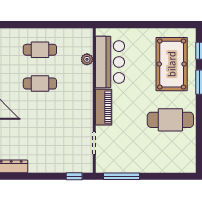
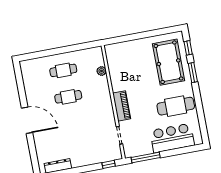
bar counter: (110, 62) -> (172, 138), moved, turned -90

